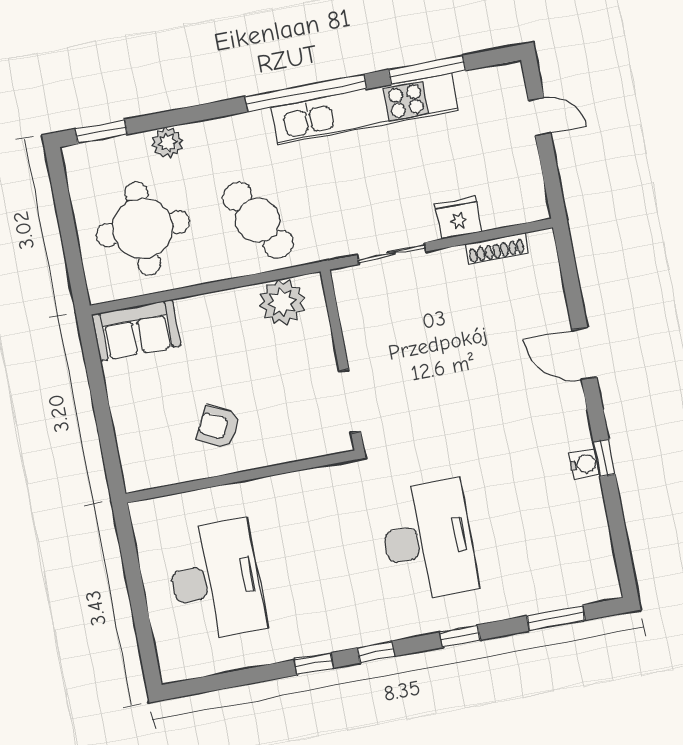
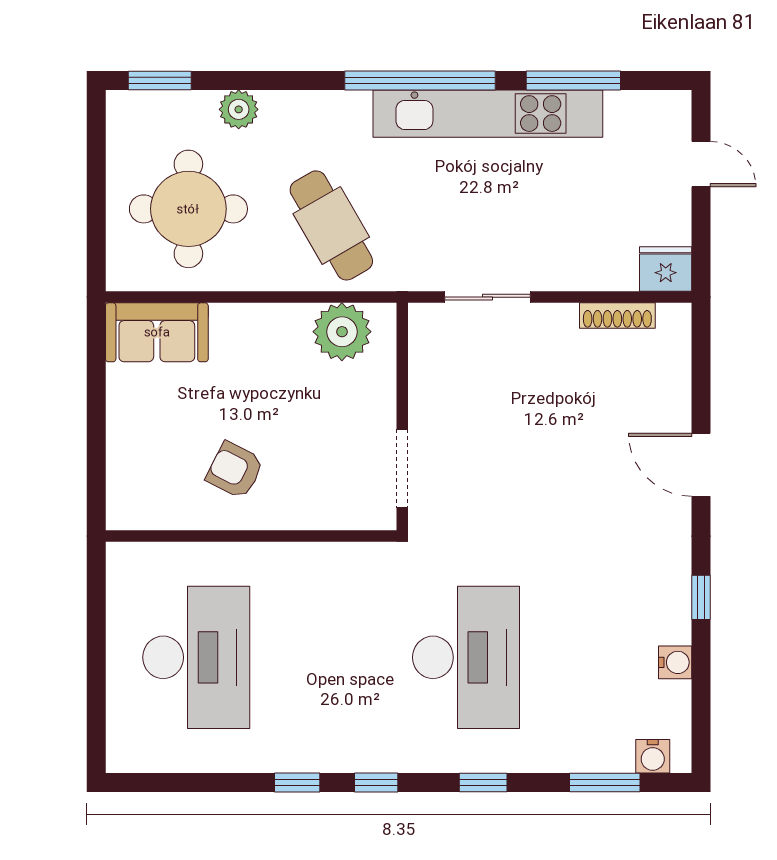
fridge: (458, 218) -> (666, 269), moved
water cooler: (584, 464) -> (675, 662), moved
water cooler: (590, 590) -> (653, 756), added

